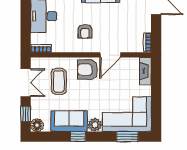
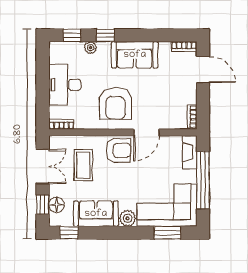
armchair: (85, 31) -> (115, 103), width x1.88, depth x1.88
armchair: (88, 70) -> (119, 150), turned 180
window: (156, 94) -> (203, 180), added
floor lamp: (37, 125) -> (57, 205), moved
window: (78, 137) -> (69, 233), moved

